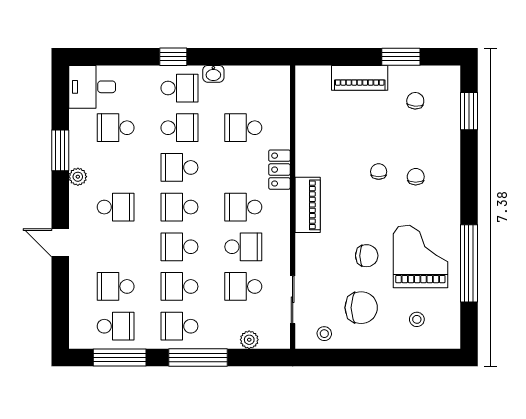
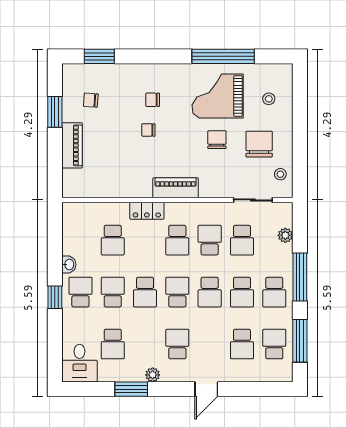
school desk: (179, 207) -> (177, 292), turned 180

